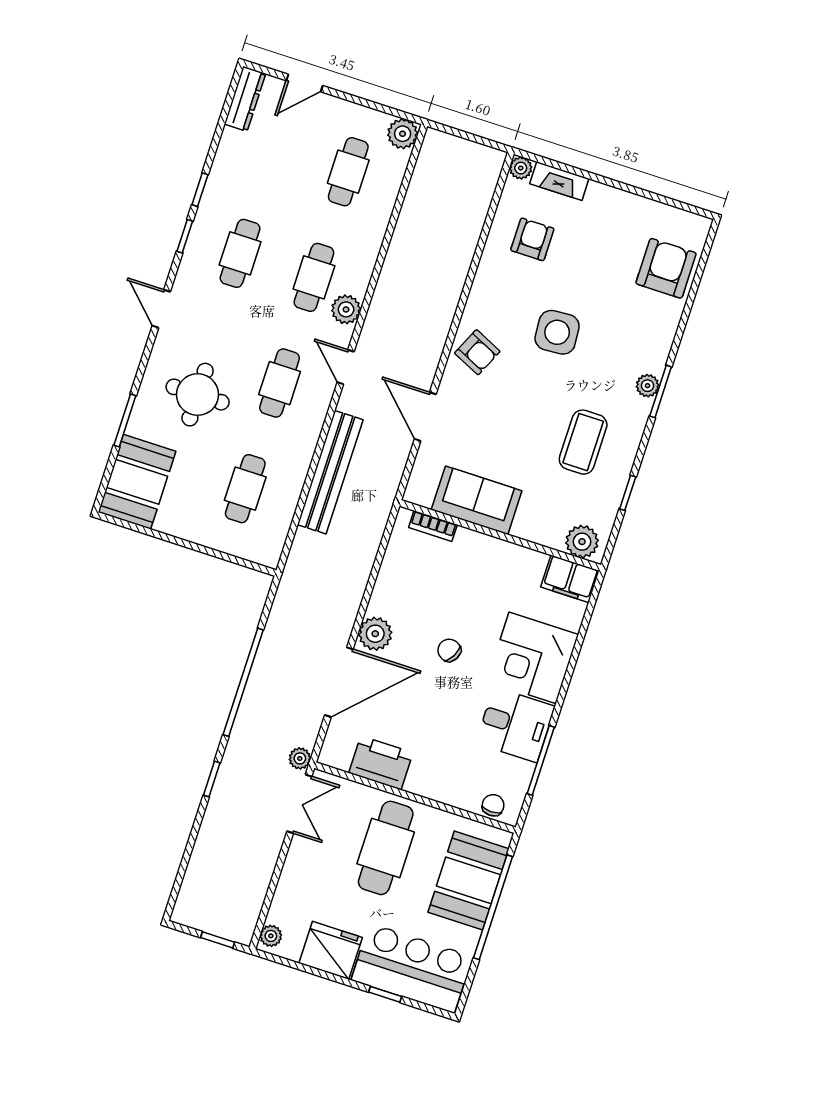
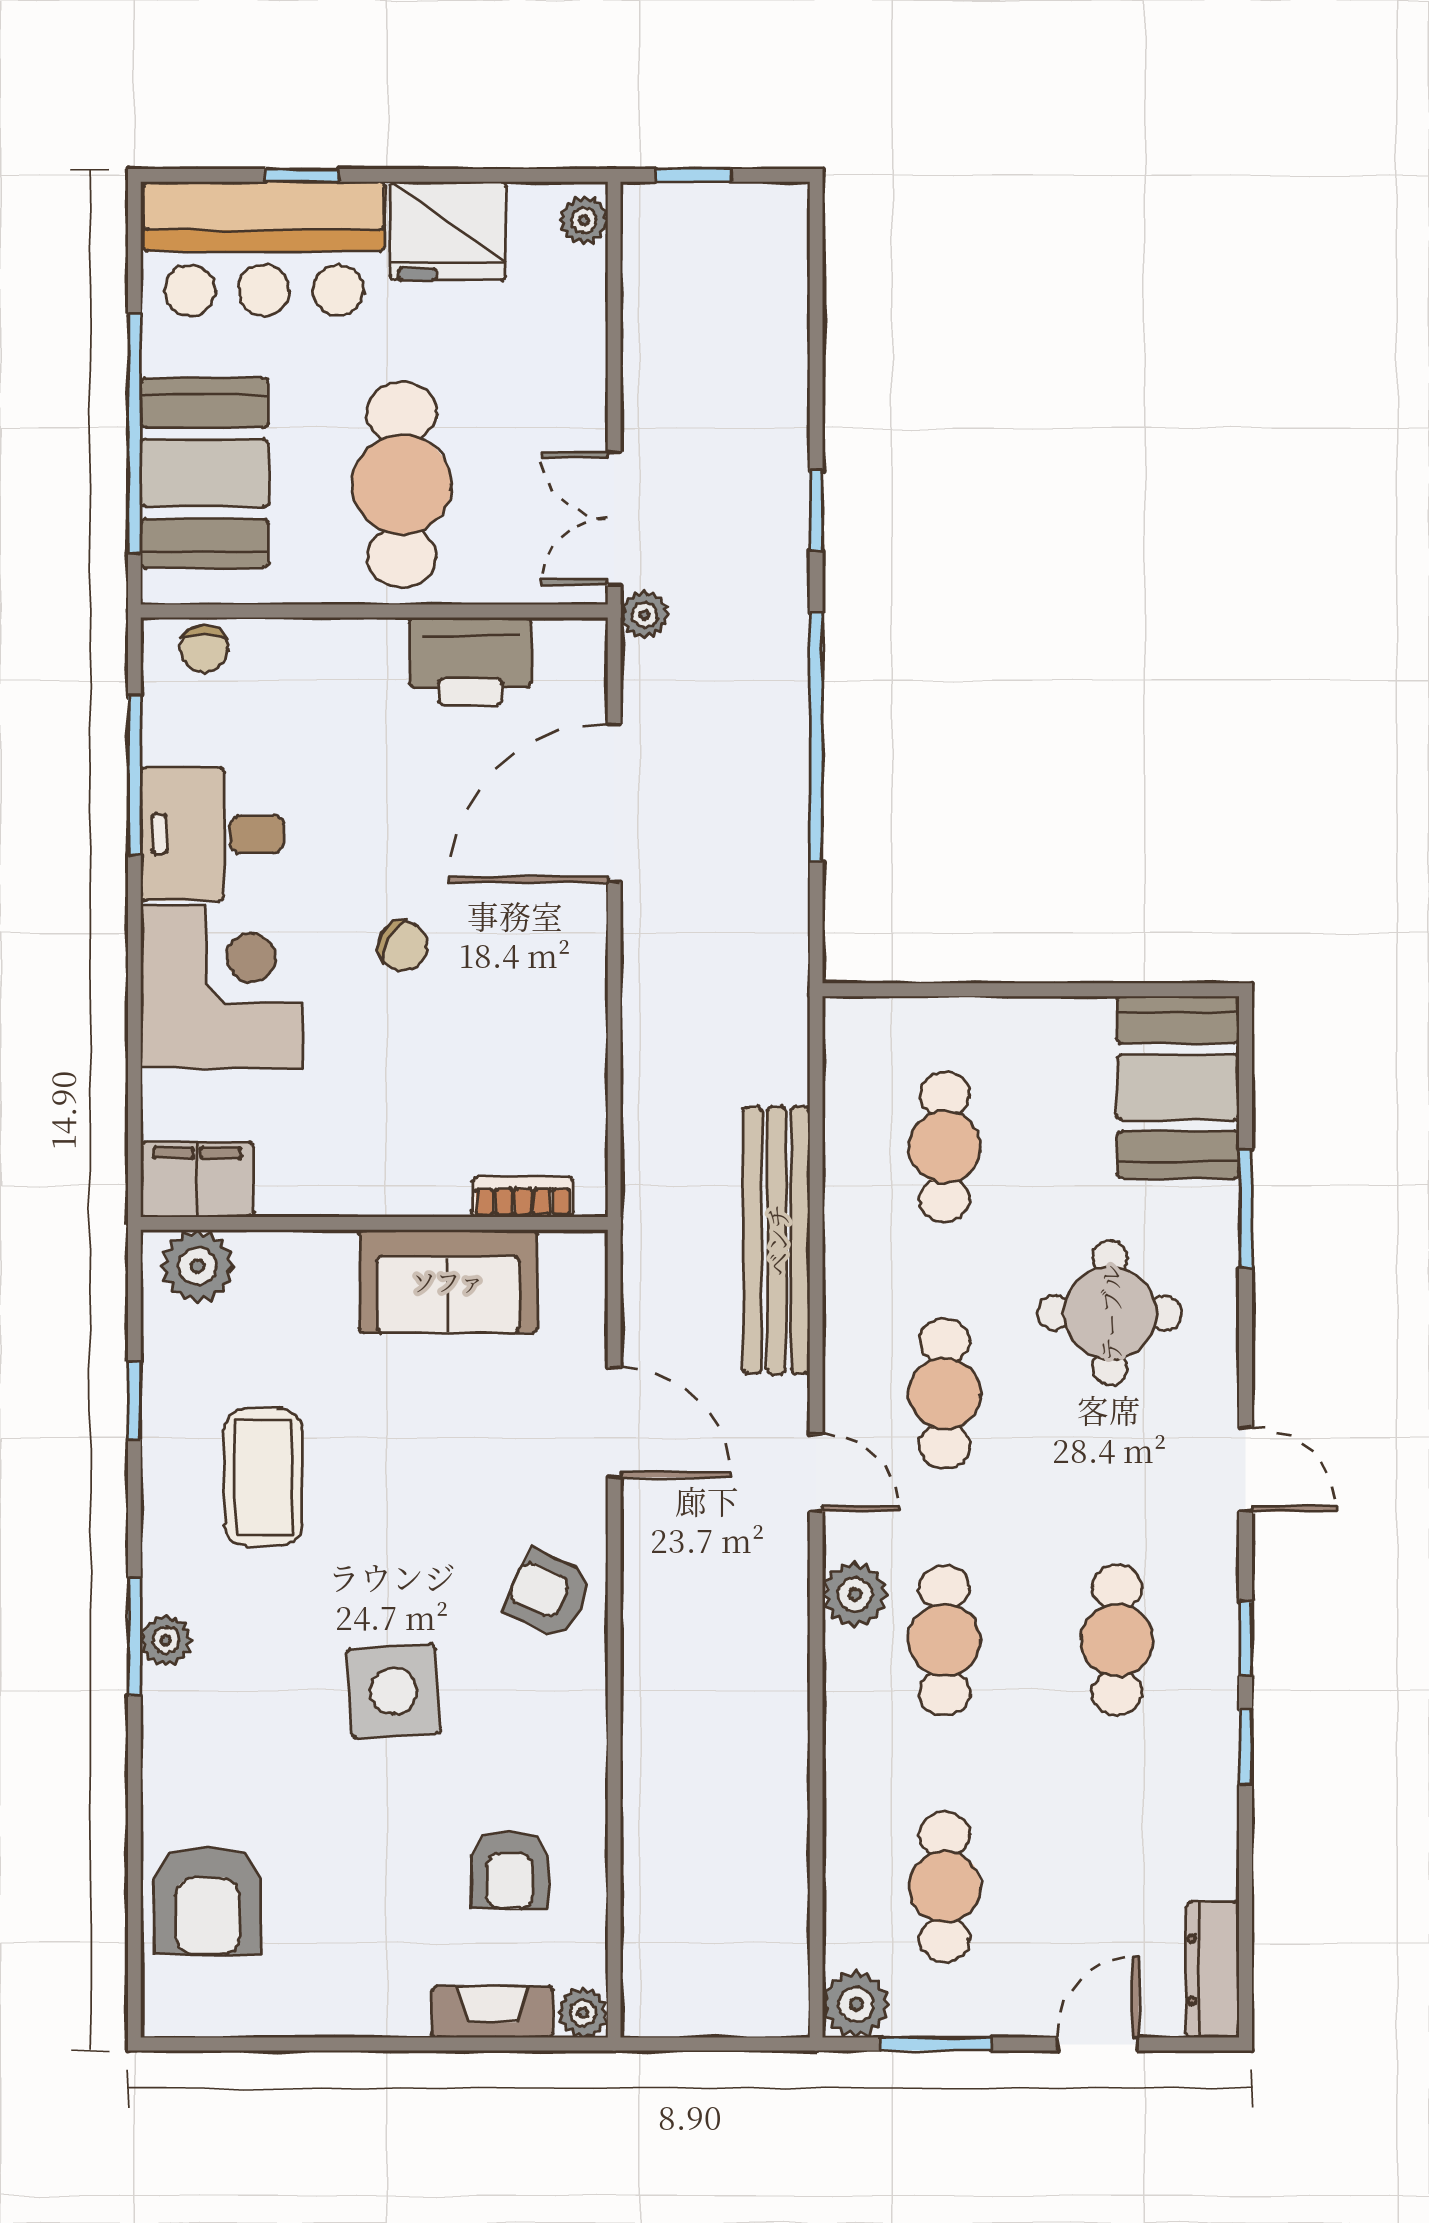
window: (374, 106) -> (935, 2044), added
plant: (375, 634) -> (571, 930), removed

